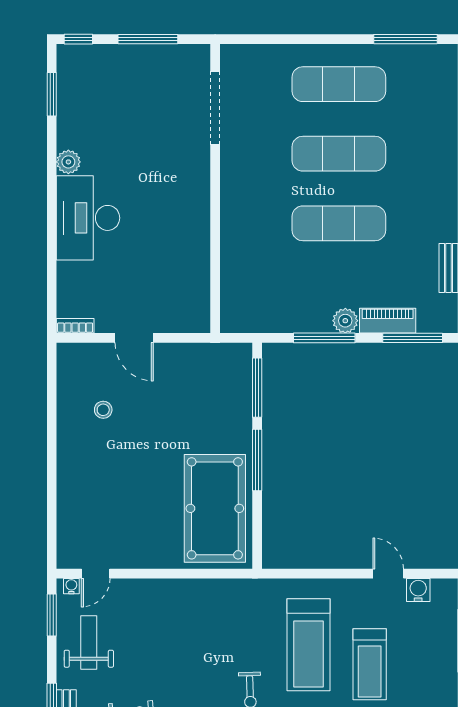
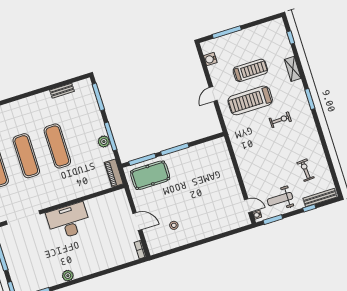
desk: (88, 218) -> (68, 221), moved, turned 180
plant: (345, 321) -> (104, 142), moved
piano: (388, 321) -> (114, 173), moved
door: (134, 338) -> (137, 222), hinge flipped
pool table: (215, 508) -> (150, 175), moved, width x0.73, depth x0.76
door: (388, 574) -> (213, 94), moved
treadmill: (309, 645) -> (250, 100), turned 180

